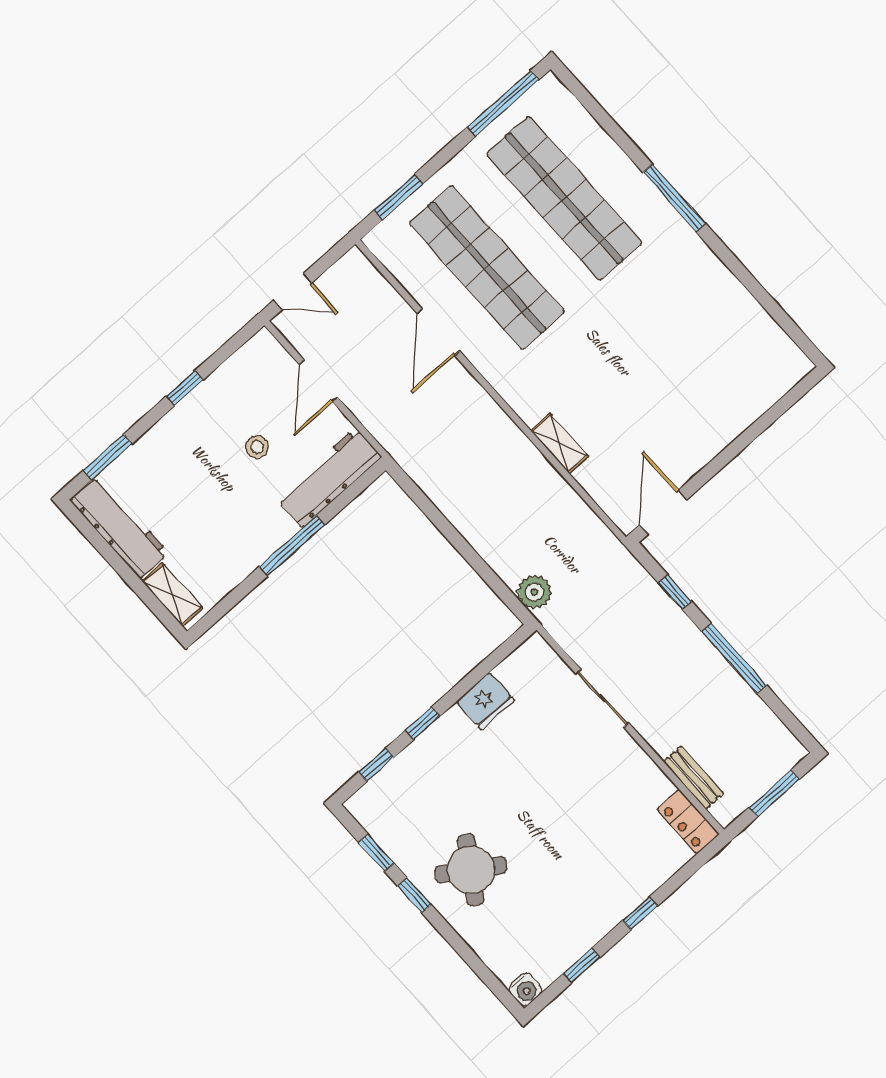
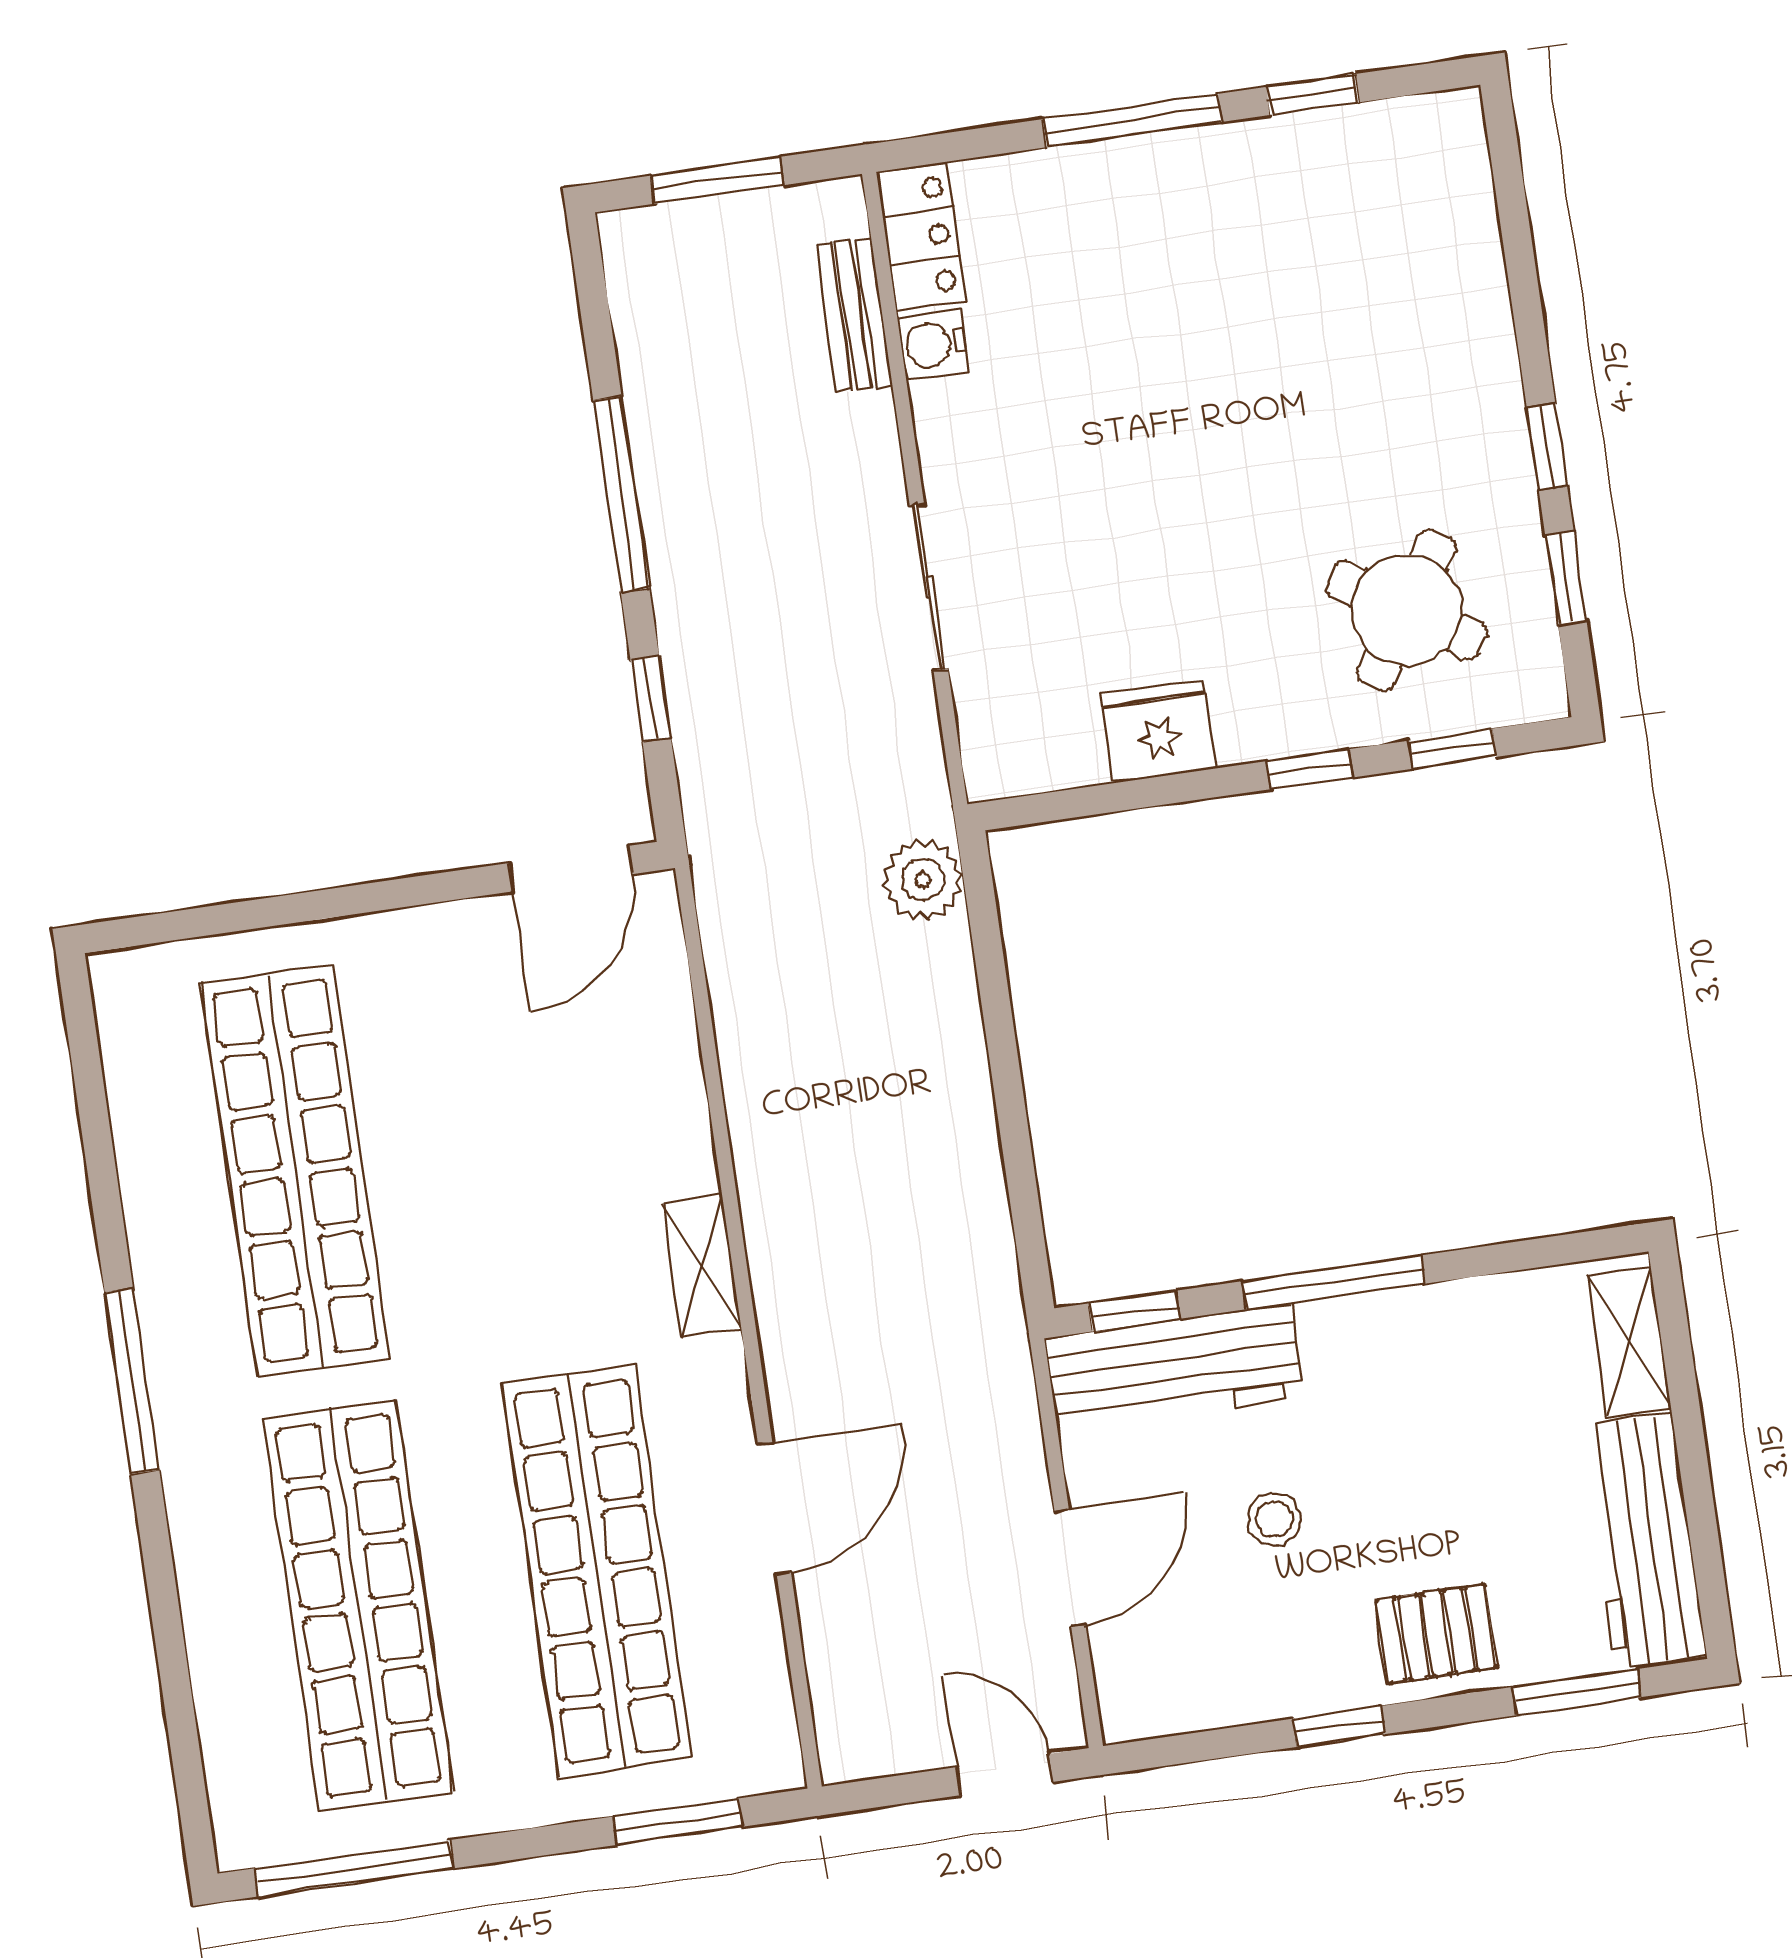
window: (674, 198) -> (132, 1381), moved
shop shelf: (690, 339) -> (296, 1171), added
shelving: (560, 443) -> (702, 1266), moved
pallet: (172, 444) -> (1436, 1634), added
window: (357, 488) -> (1134, 1311), added
round table: (471, 870) -> (1407, 610), moved
window: (640, 913) -> (1132, 120), width x2.17
water cooler: (525, 989) -> (933, 344), moved, turned -90

